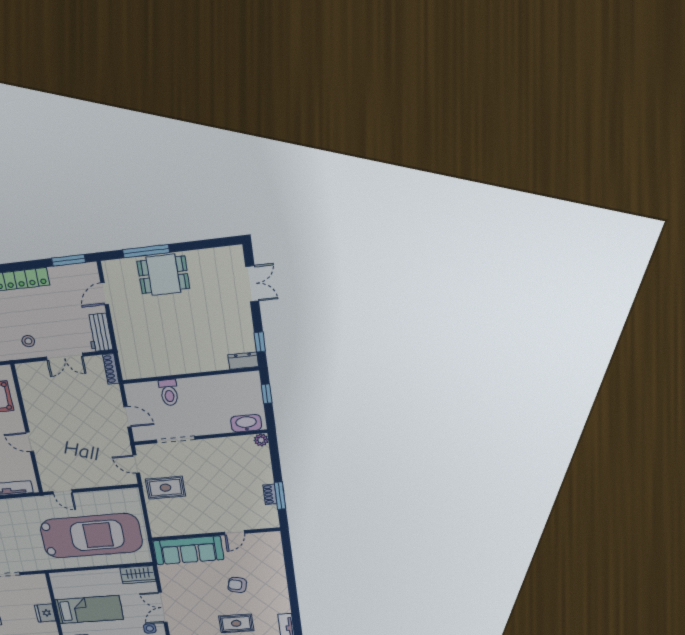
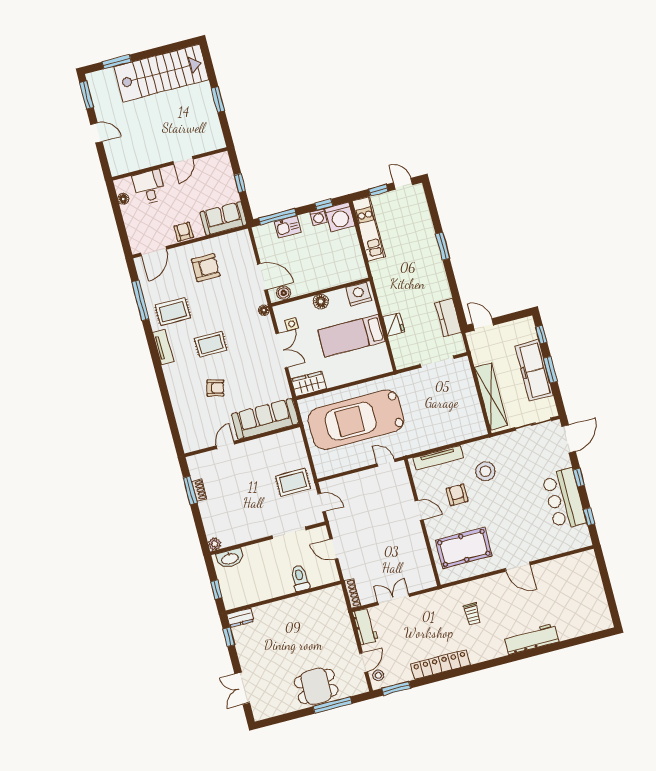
stool: (28, 341) -> (378, 675), moved

